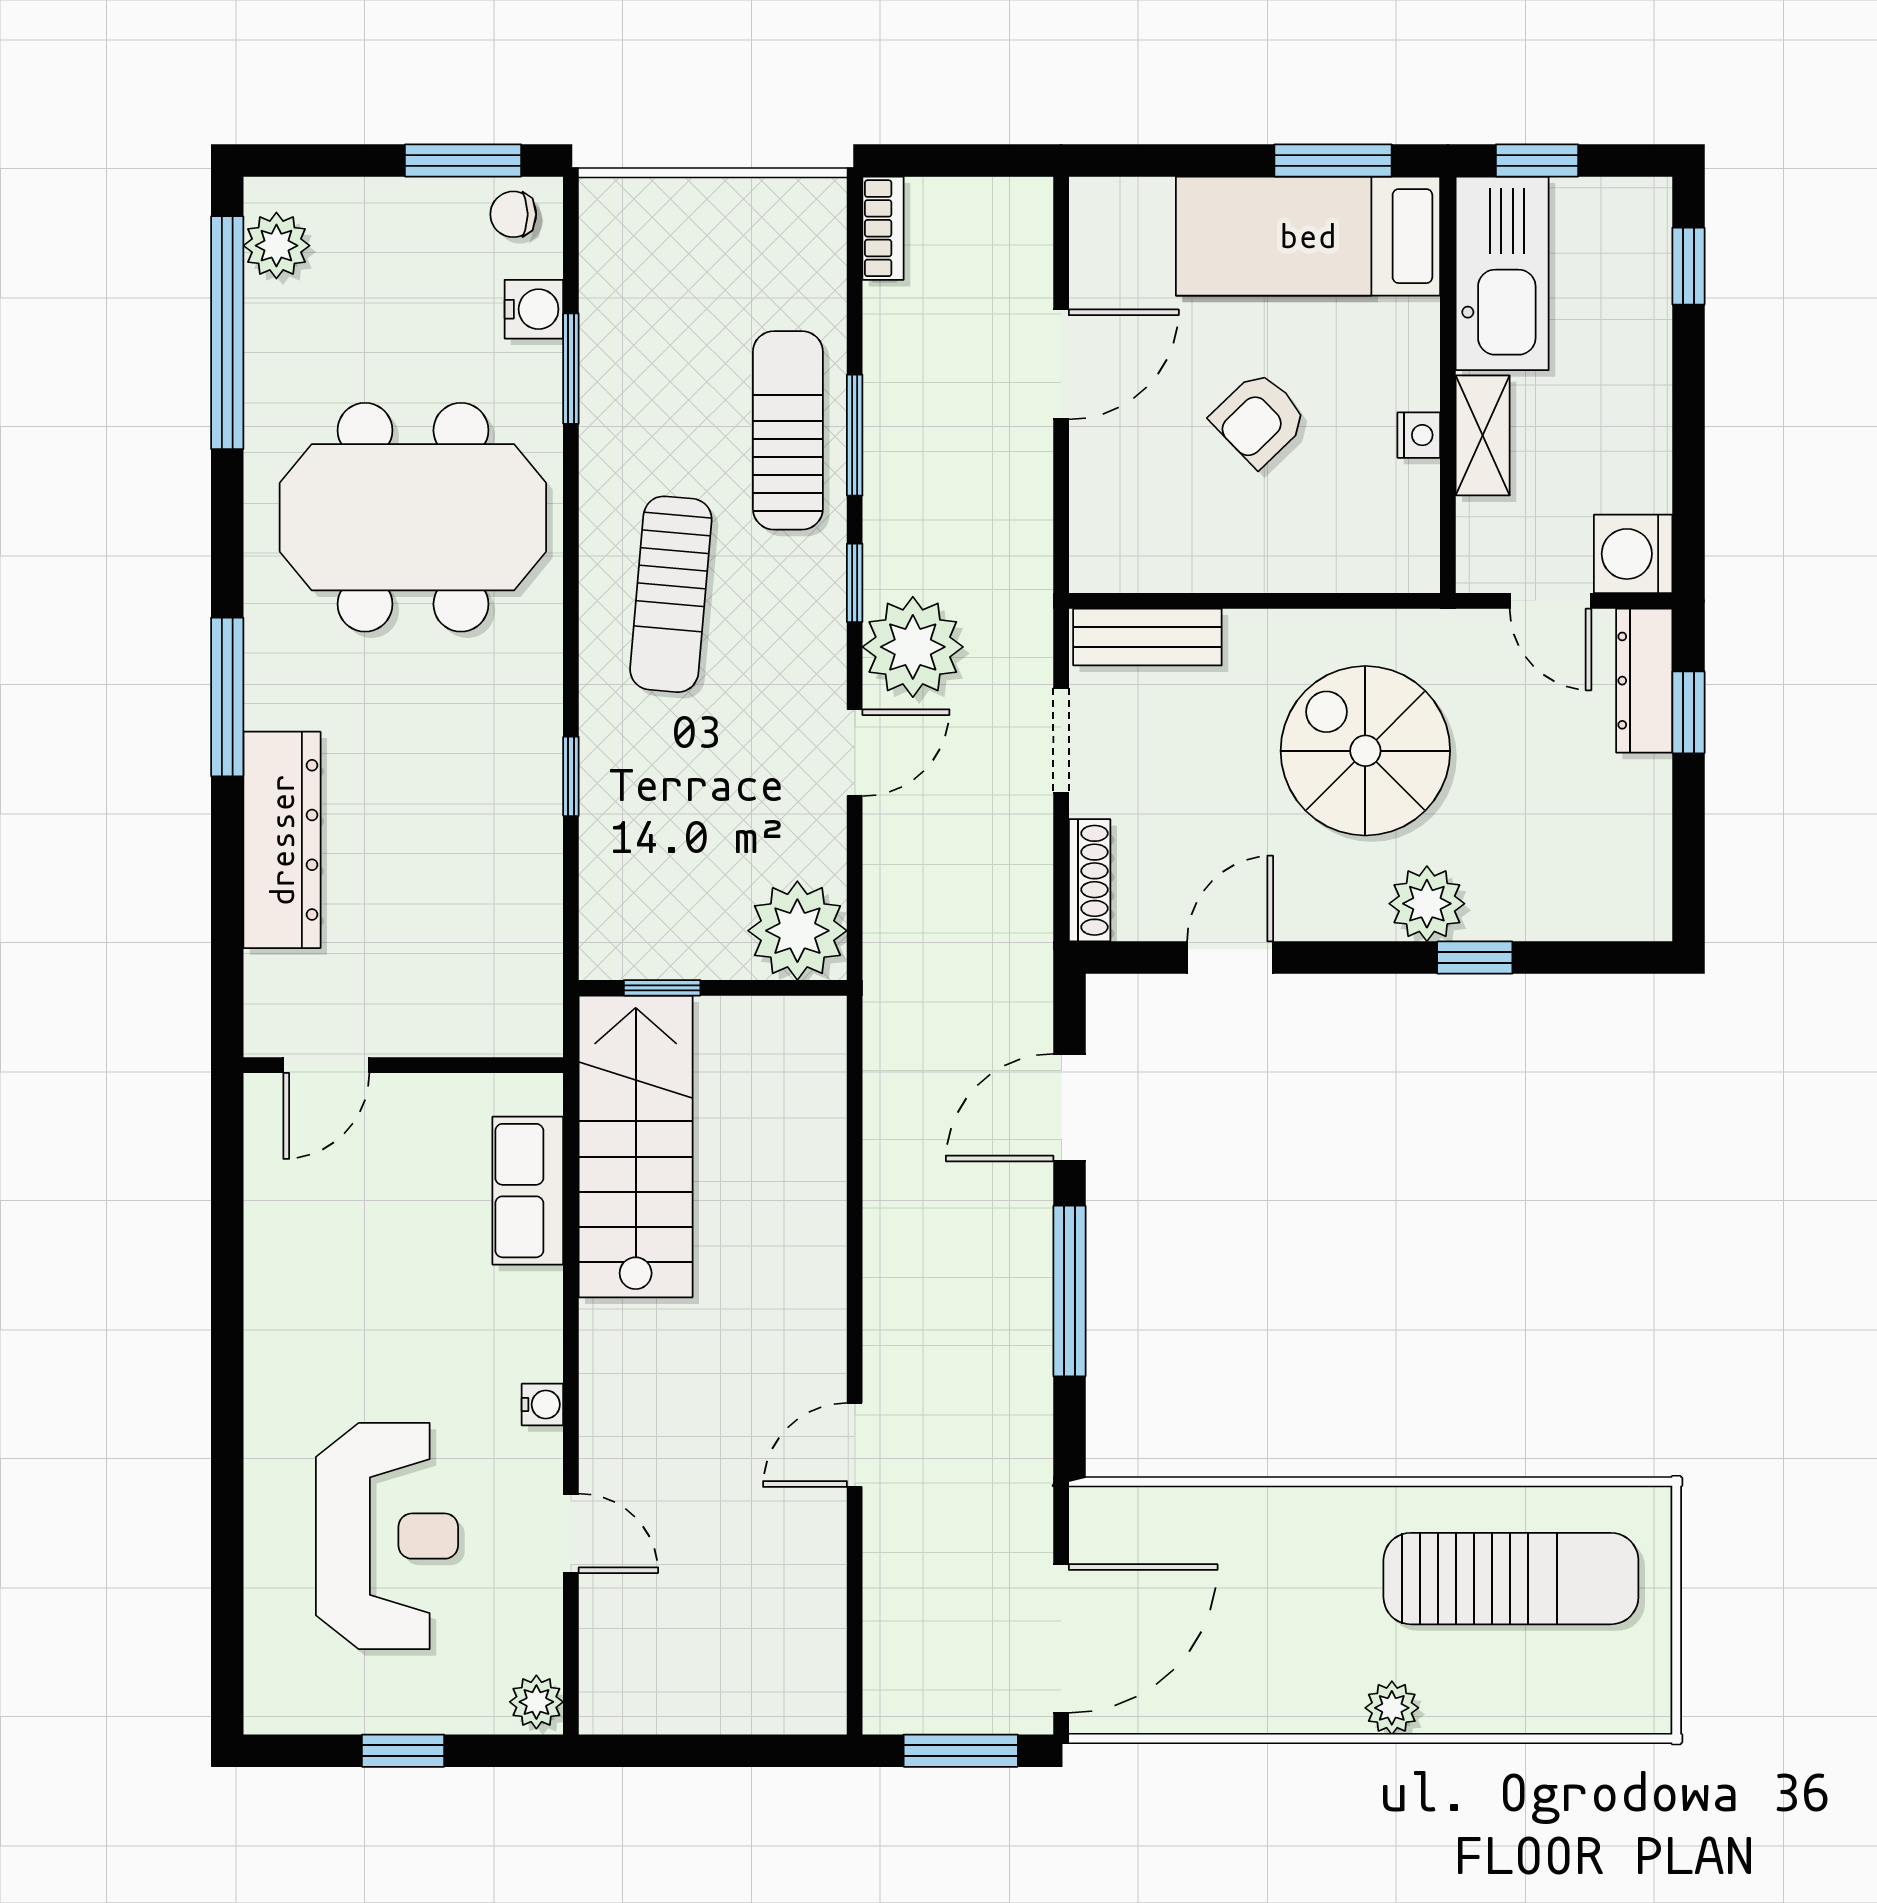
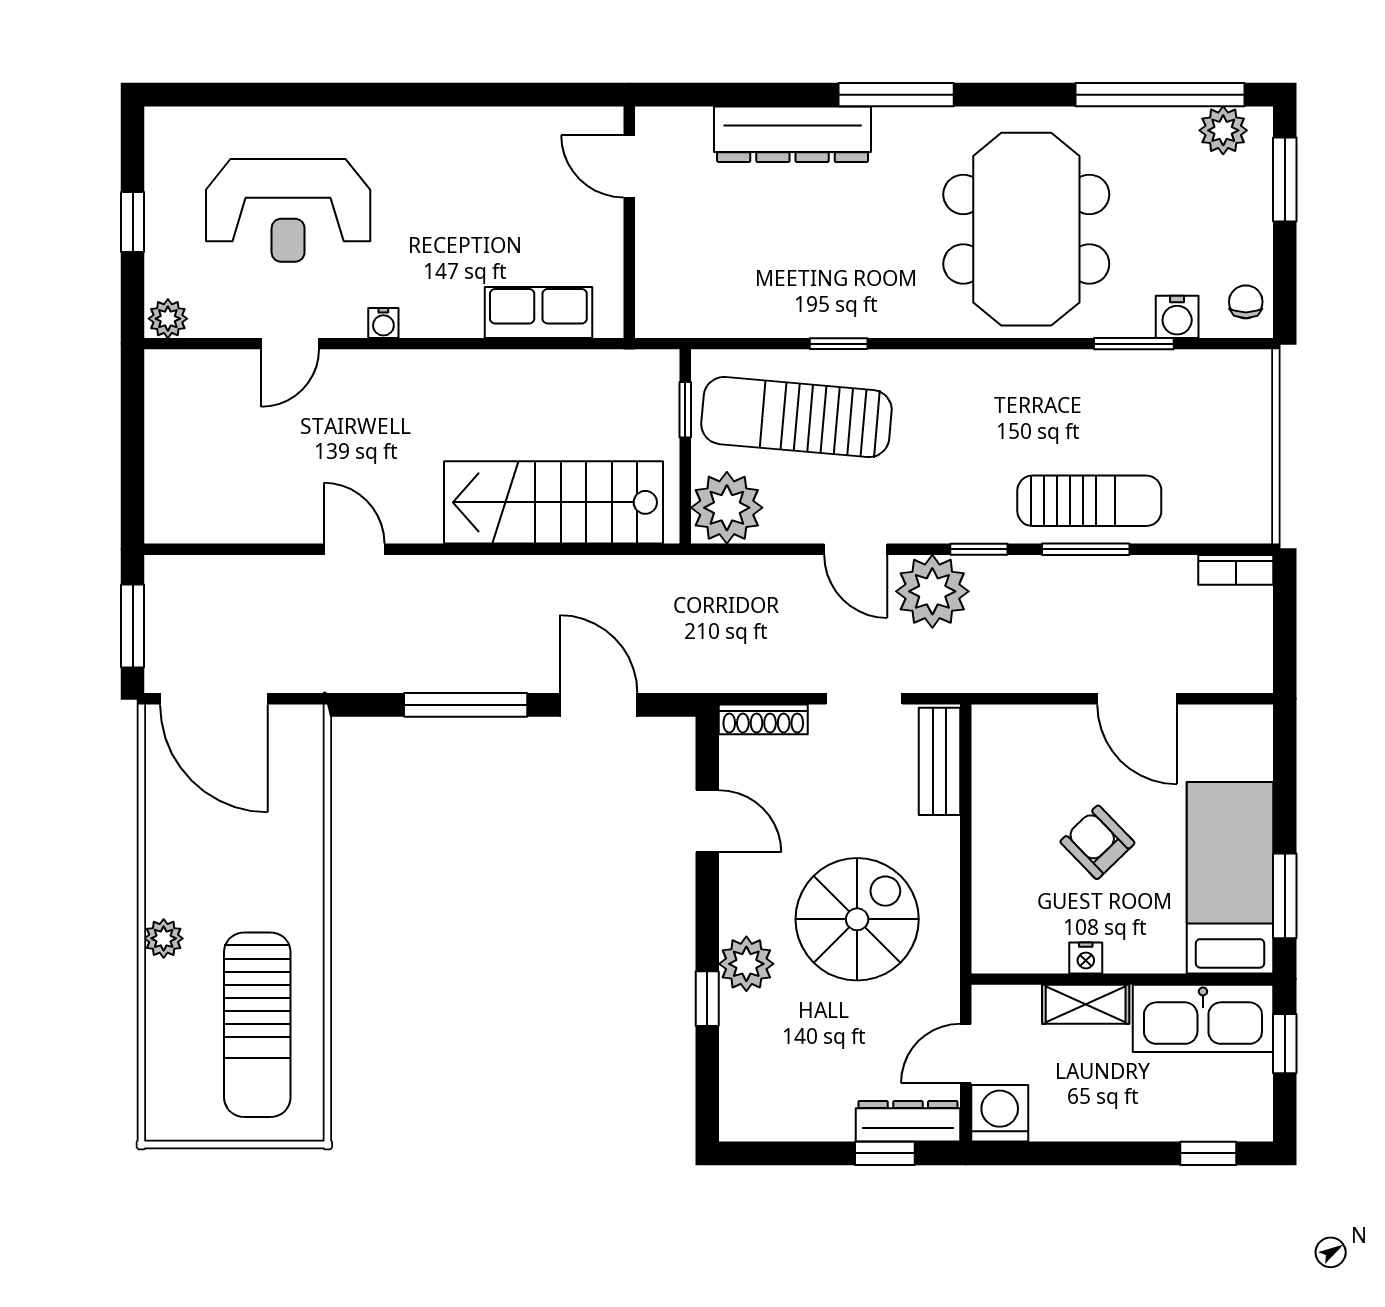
window: (463, 160) -> (1285, 180), moved
sun lounger: (671, 594) -> (796, 417), moved, width x1.36, depth x1.34
stairs: (636, 1146) -> (553, 502), moved, turned 180

